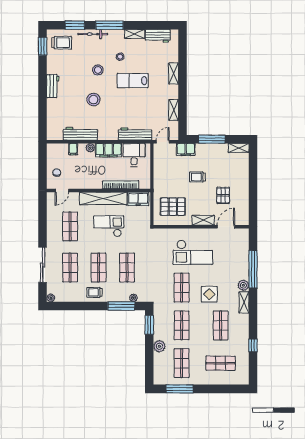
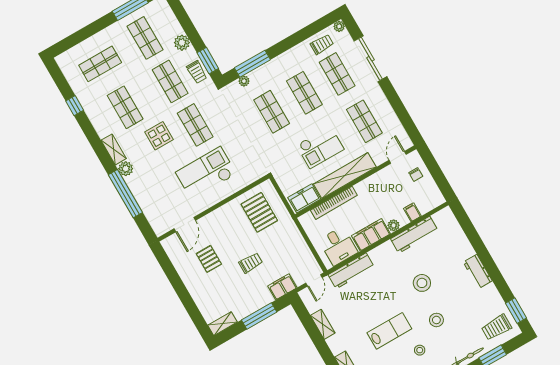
pallet: (173, 207) -> (259, 212), turned 90
shelving: (203, 220) -> (215, 217), removed
trolley: (94, 292) -> (322, 44), moved
trolley: (161, 322) -> (197, 72), added

